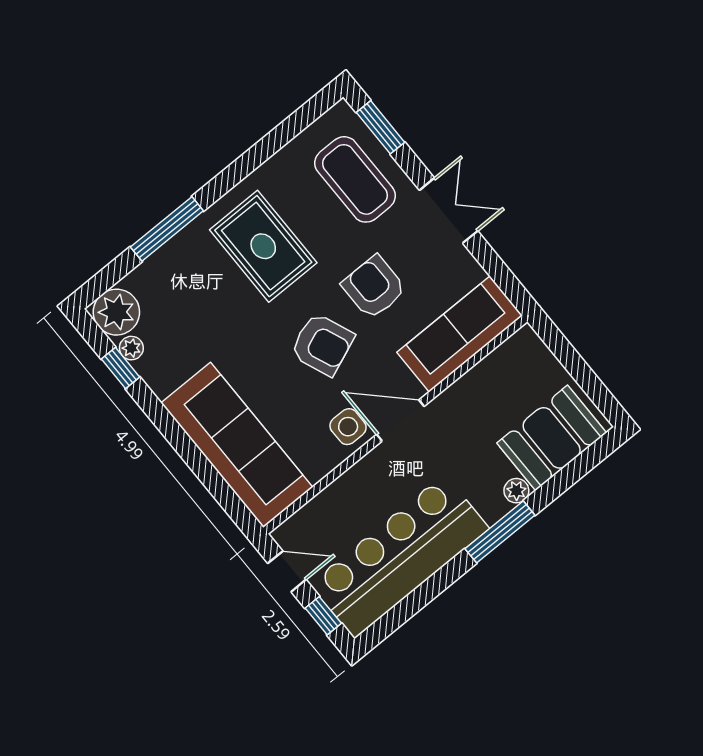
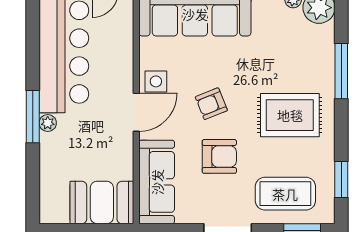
window: (288, 130) -> (341, 180), added
armchair: (322, 344) -> (211, 104), width x0.72, depth x0.72
booth: (552, 438) -> (102, 202), moved, turned 90
plant: (516, 491) -> (48, 123), moved

